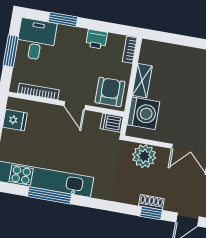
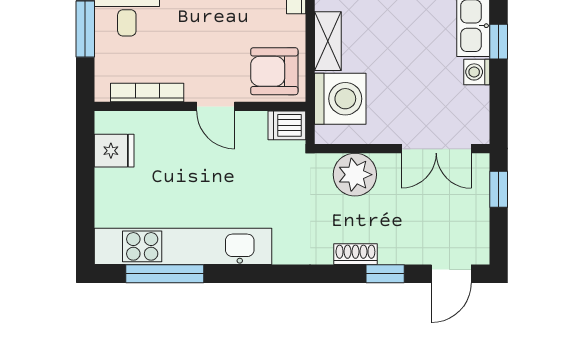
armchair: (110, 92) -> (274, 71), turned -90
window: (50, 195) -> (165, 274), moved
shoe rack: (151, 202) -> (355, 254), moved

